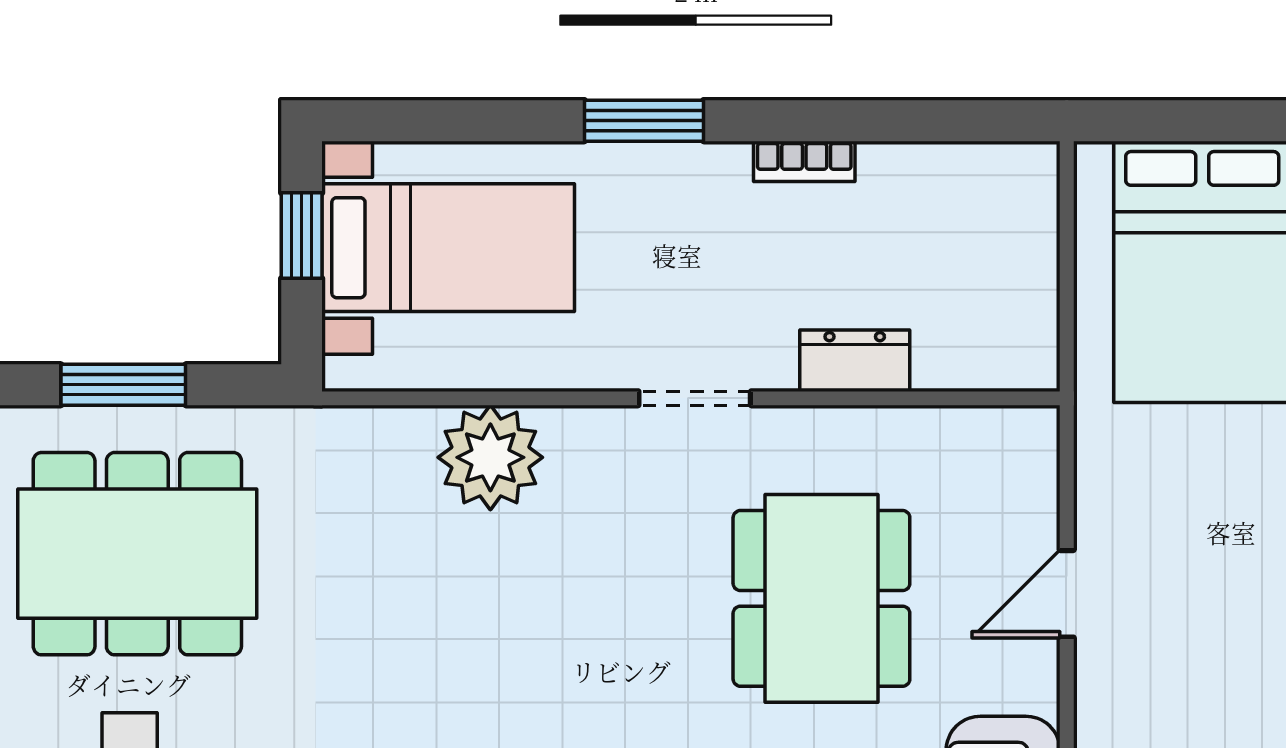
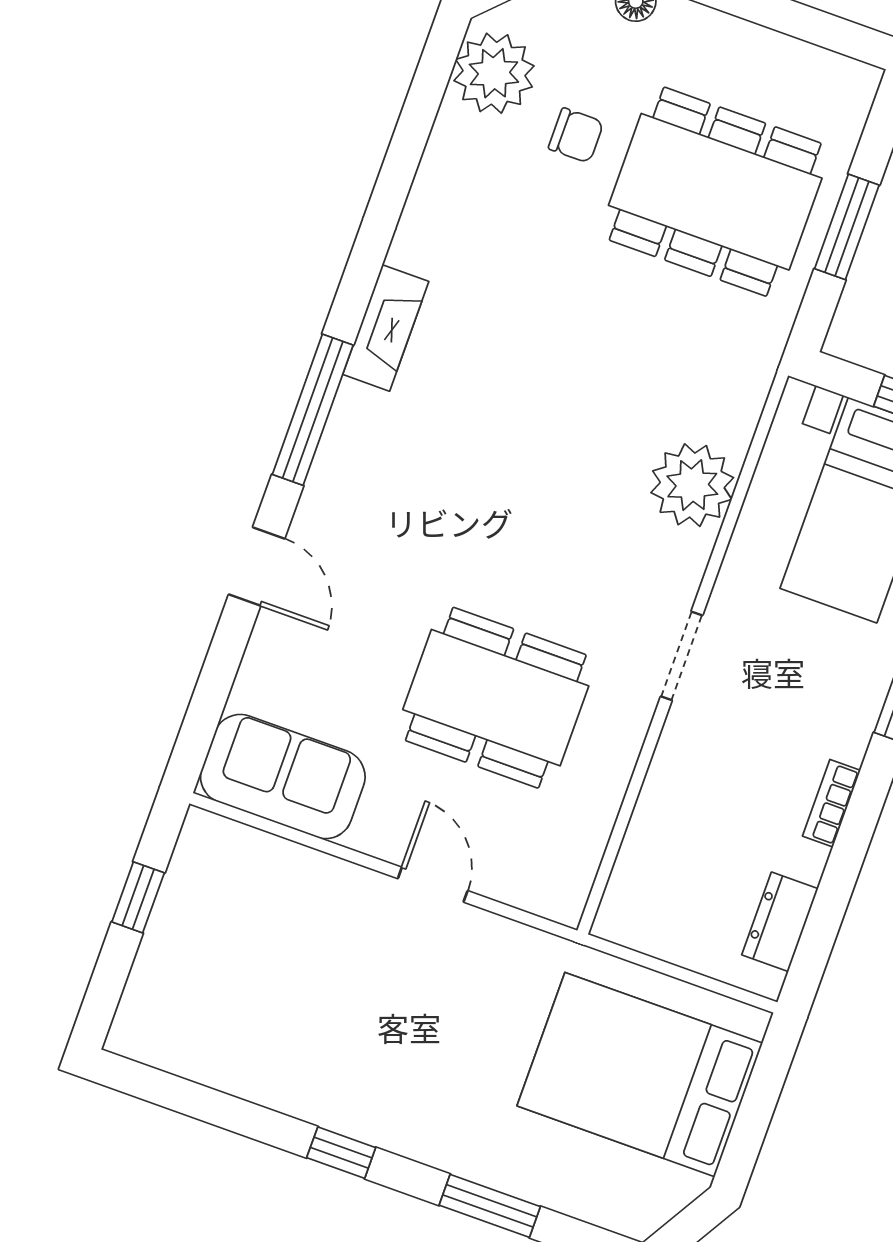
dresser: (855, 361) -> (780, 922), moved, turned 180
dining table: (137, 554) -> (715, 192), turned 90

